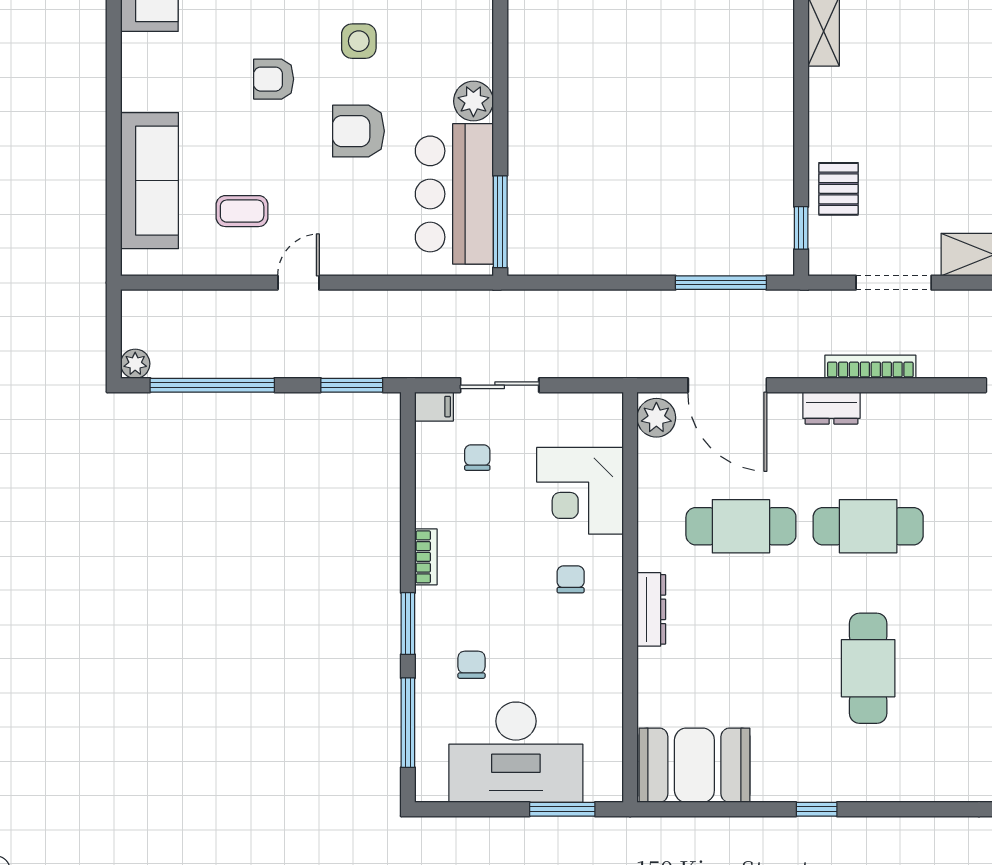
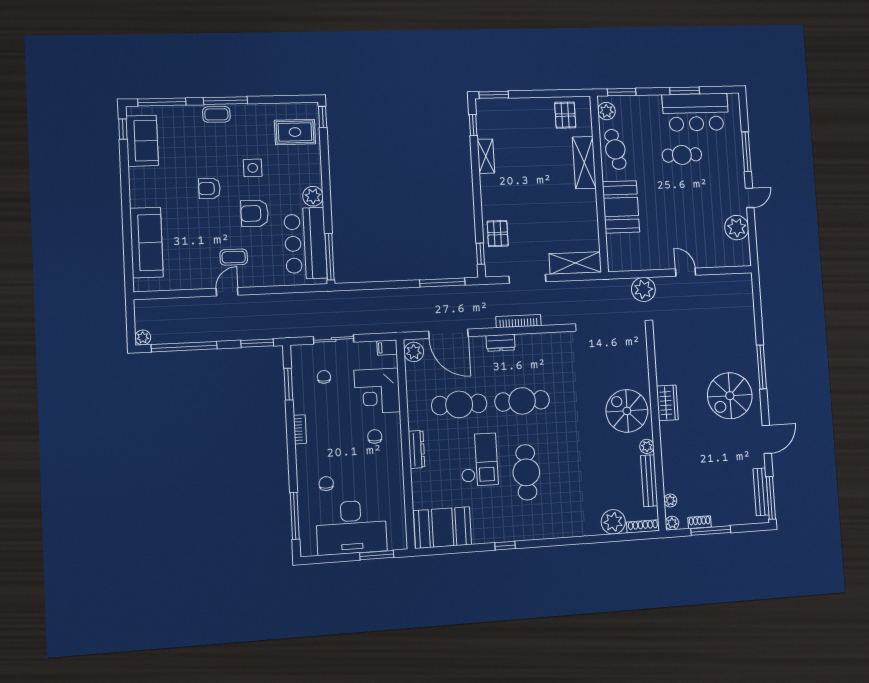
coffee table: (242, 211) -> (234, 257), moved
filing cabinet: (434, 407) -> (387, 348), moved, turned 180
window: (408, 624) -> (288, 384), moved
checkout: (774, 637) -> (479, 460), added

